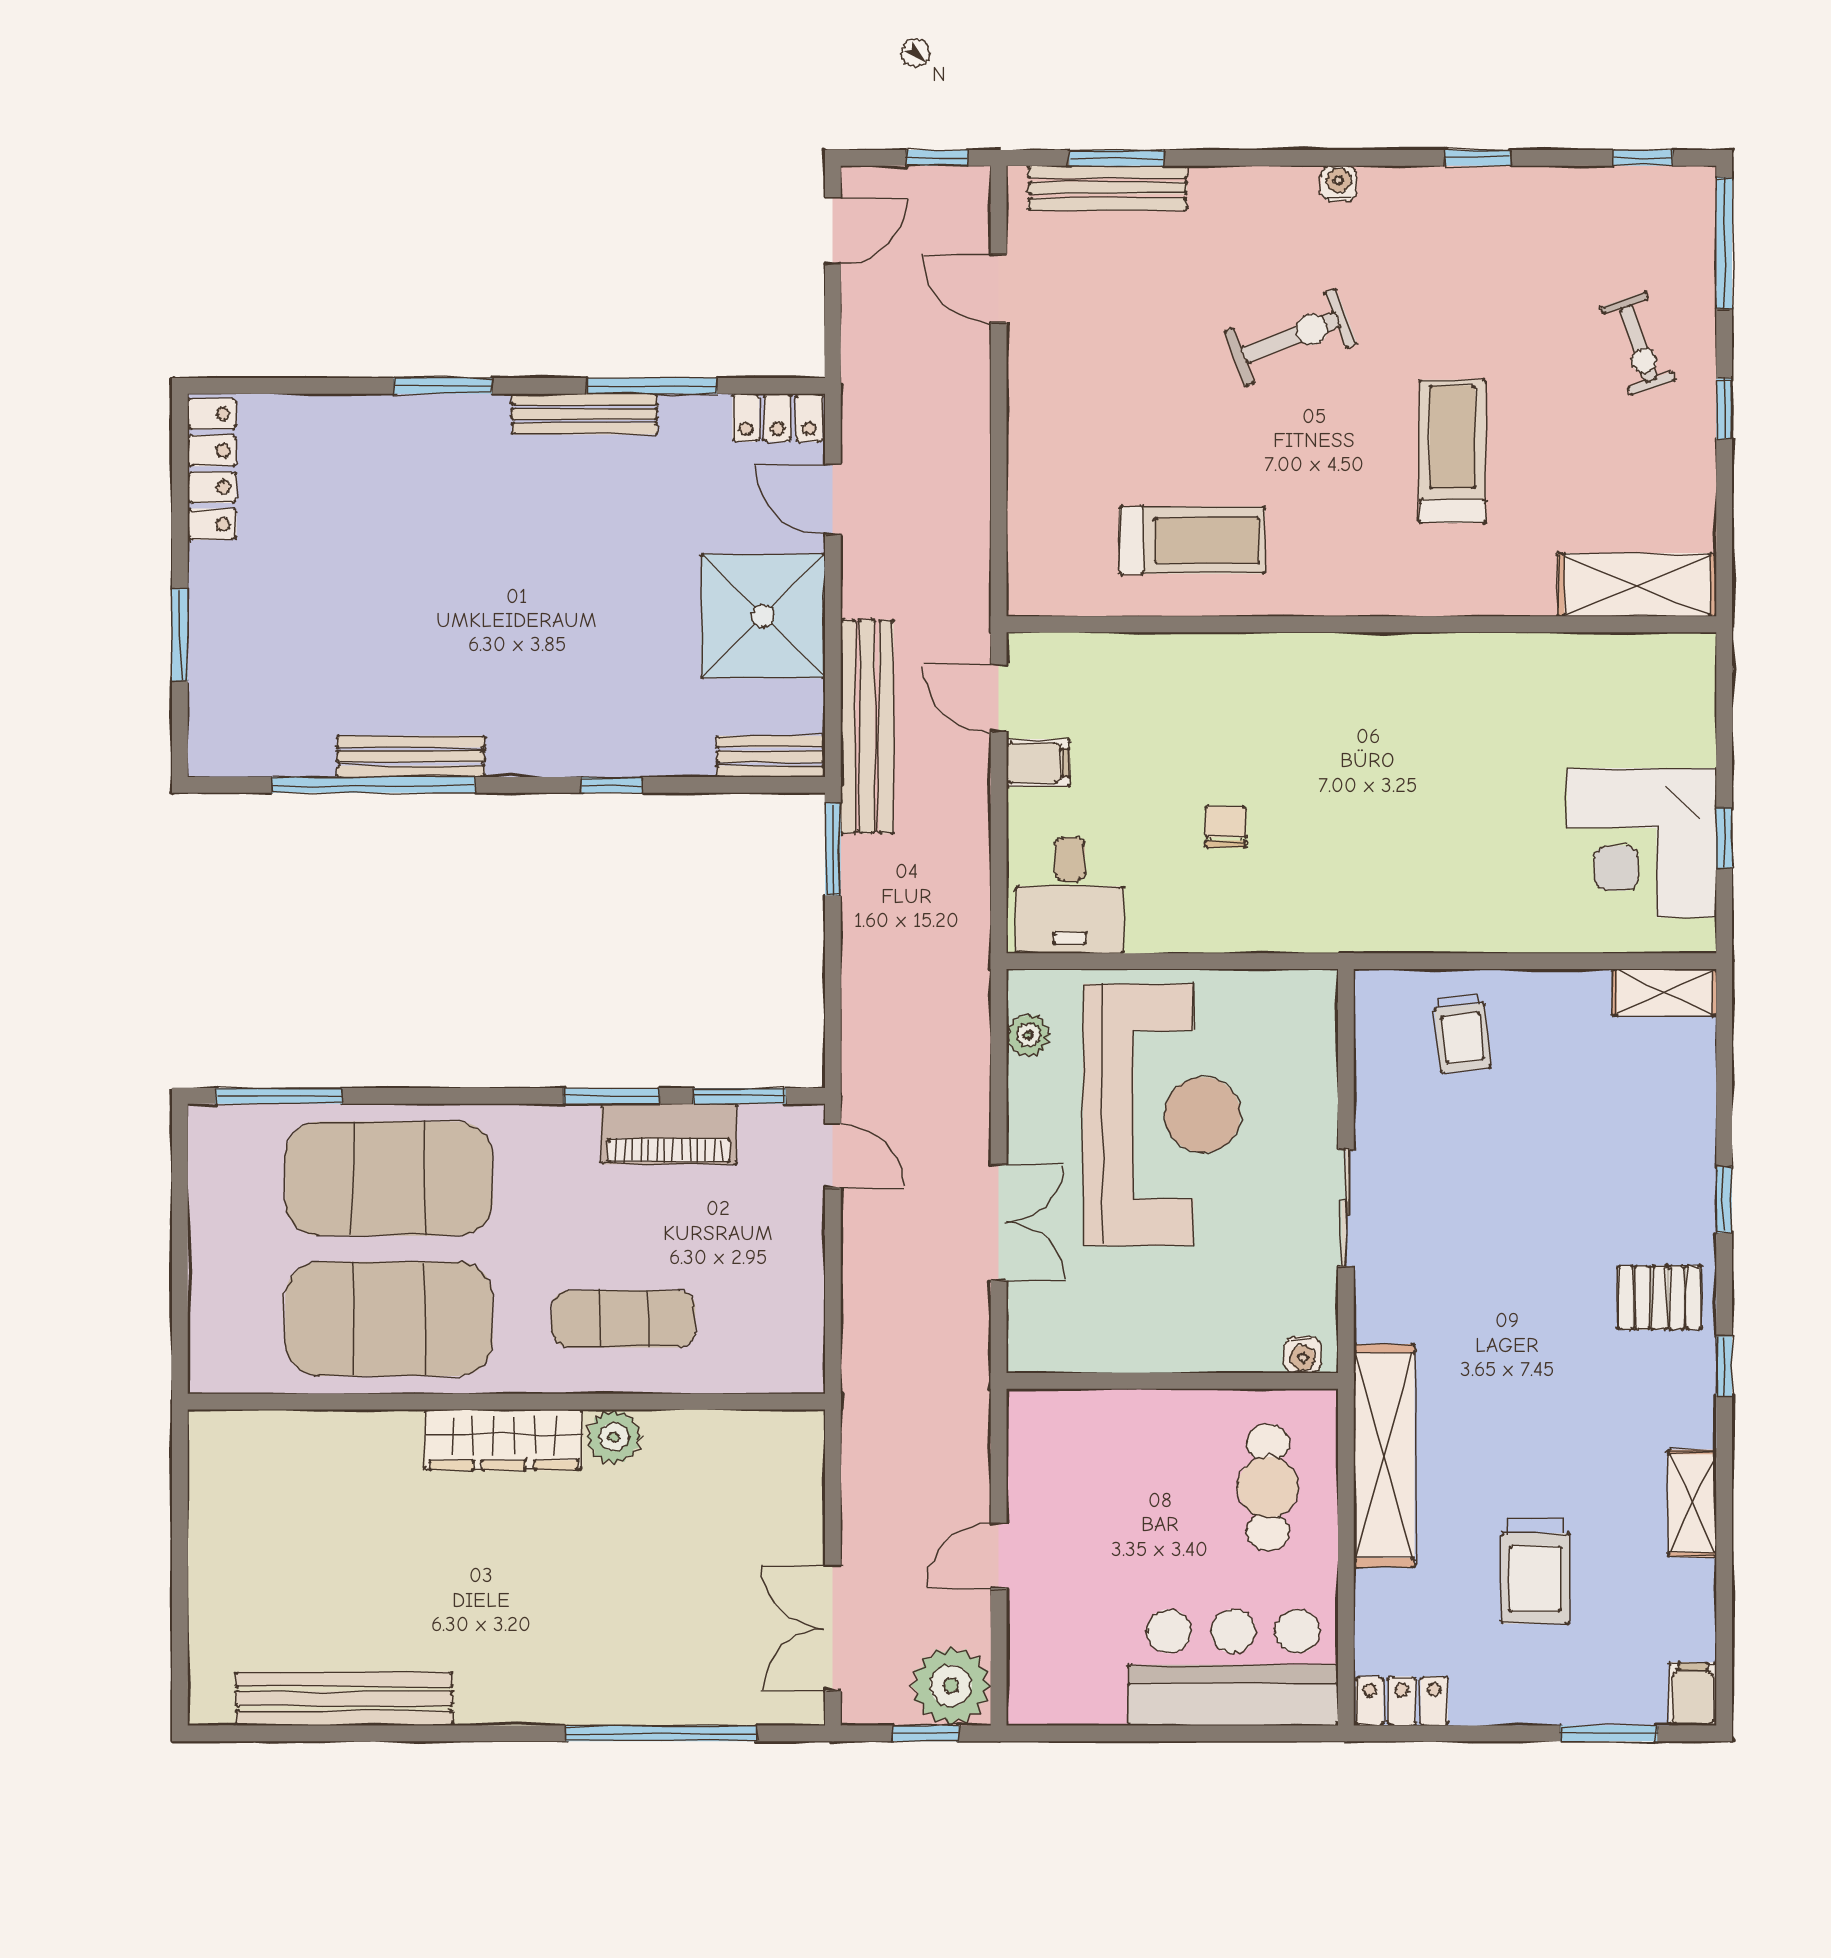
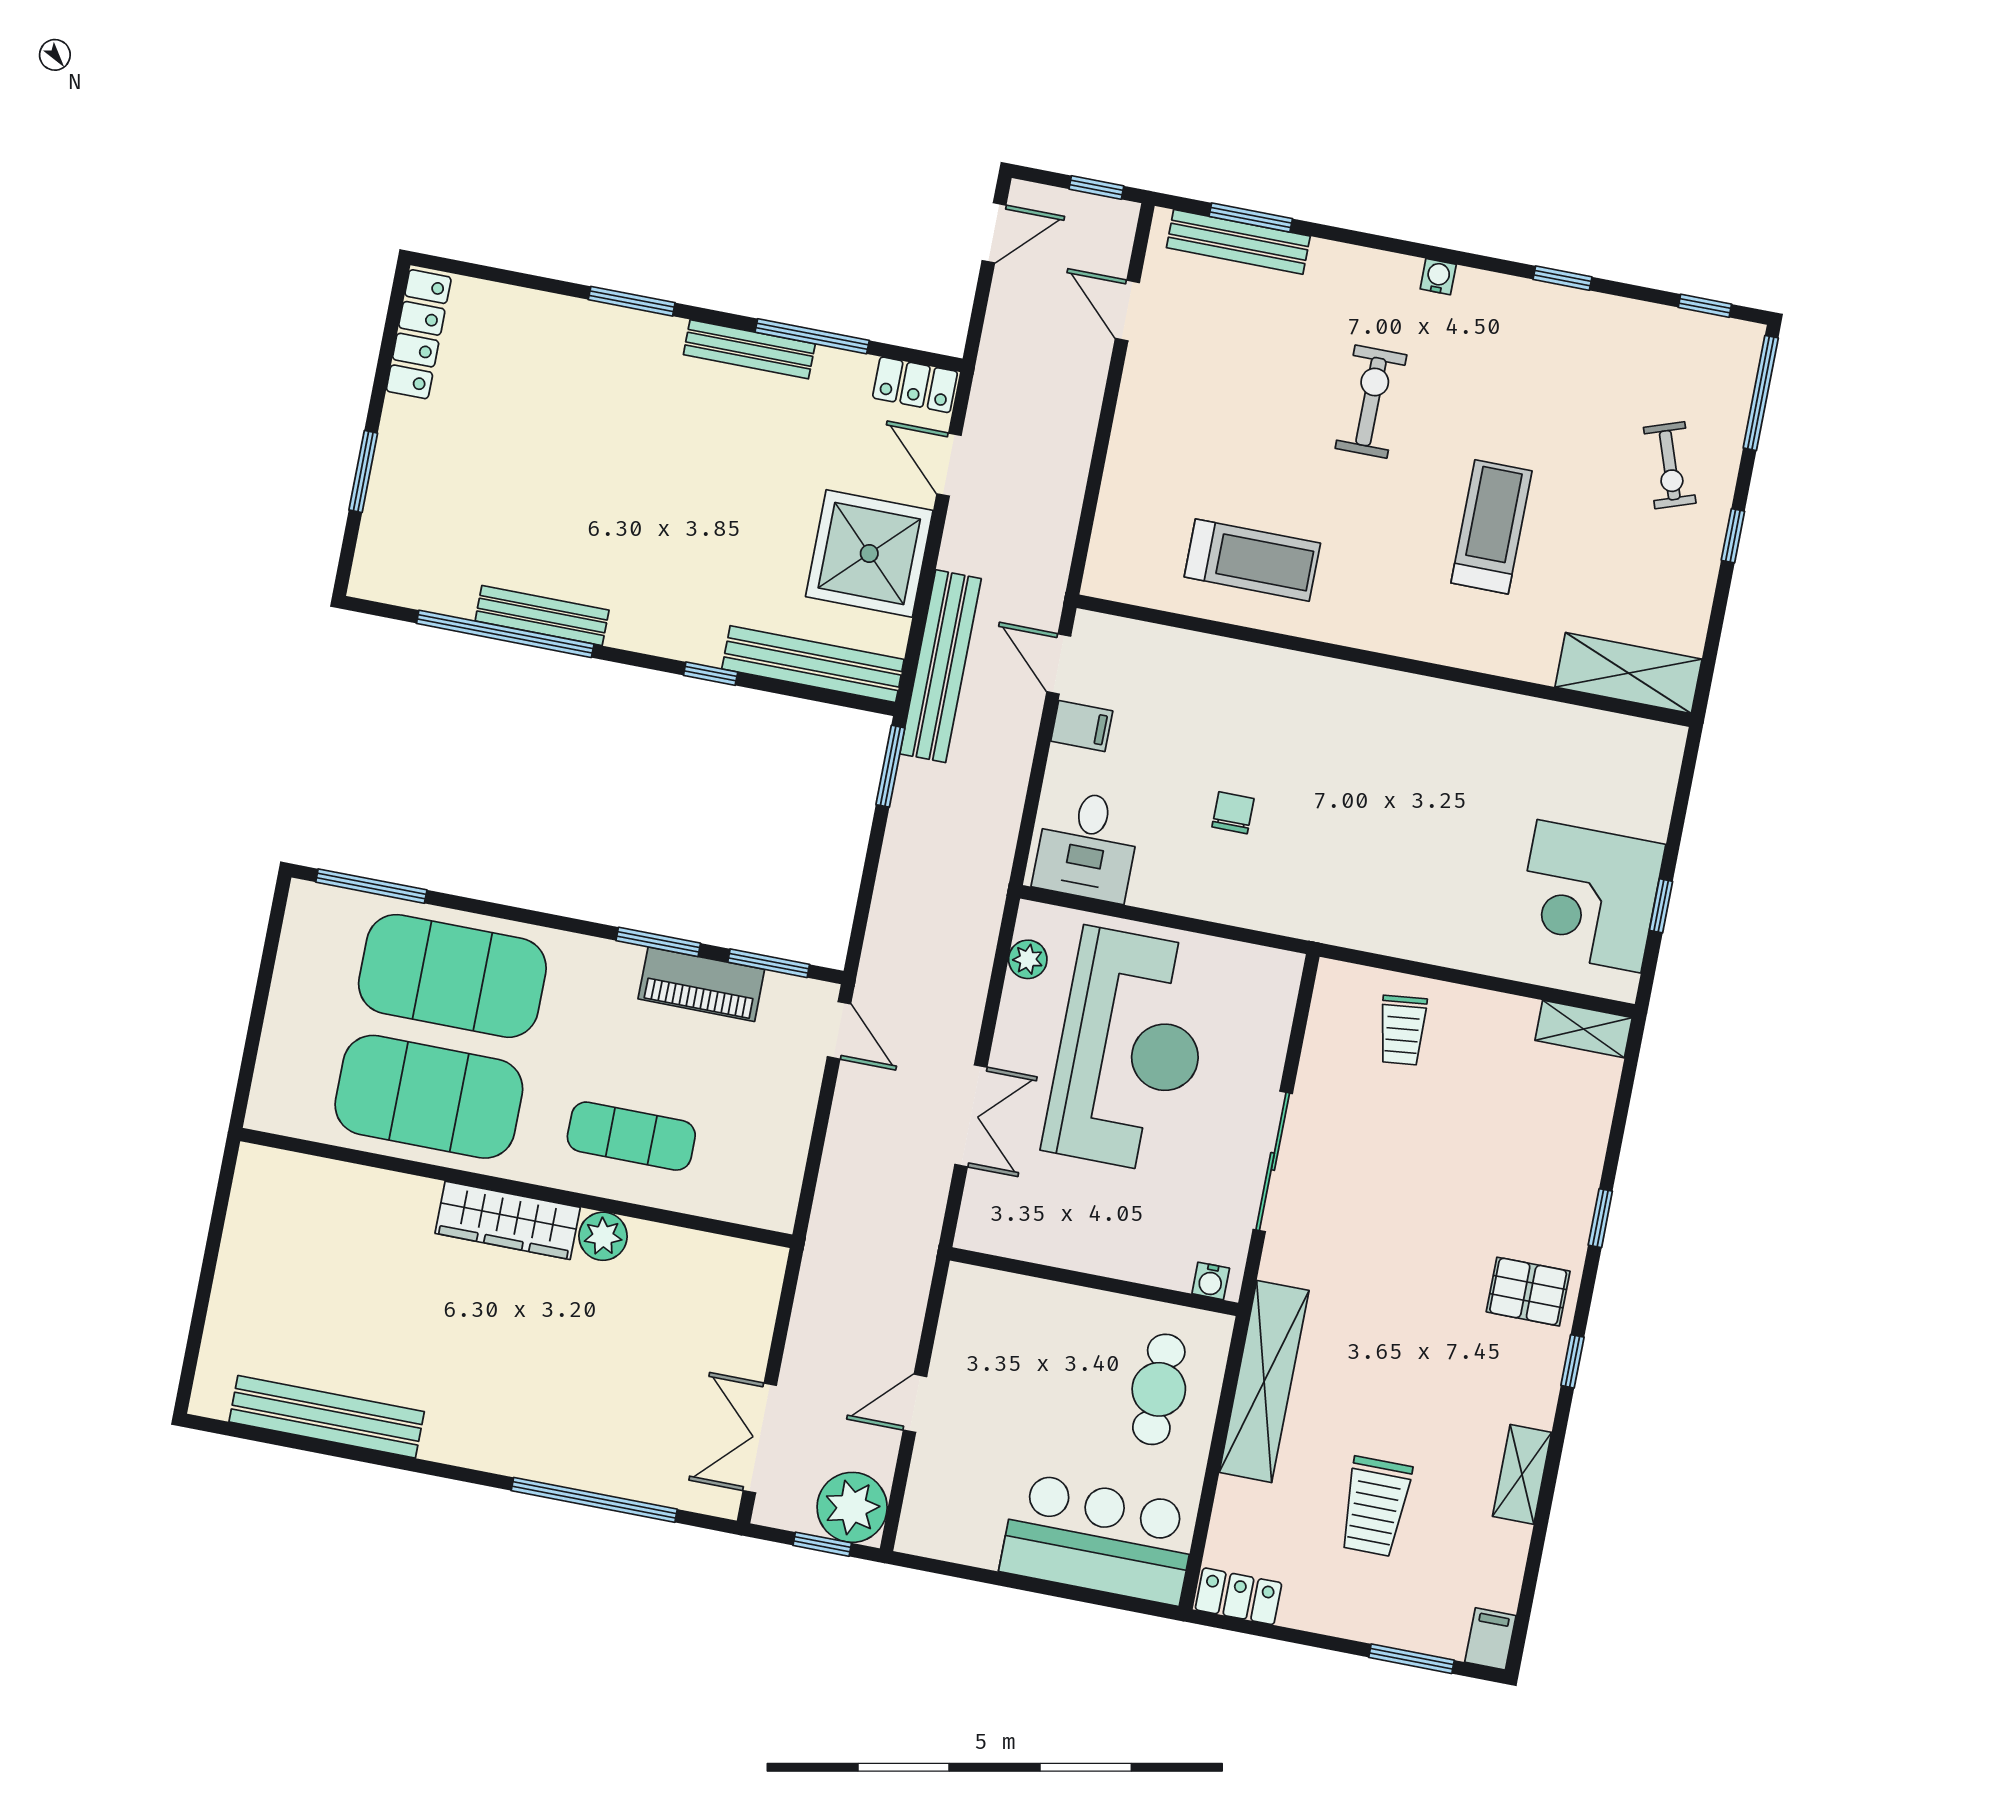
exercise bike: (1291, 338) -> (1371, 402), turned -69
bench: (771, 756) -> (813, 664), width x1.86, depth x1.21
sliding door: (1346, 1208) -> (1273, 1161), width x1.37

